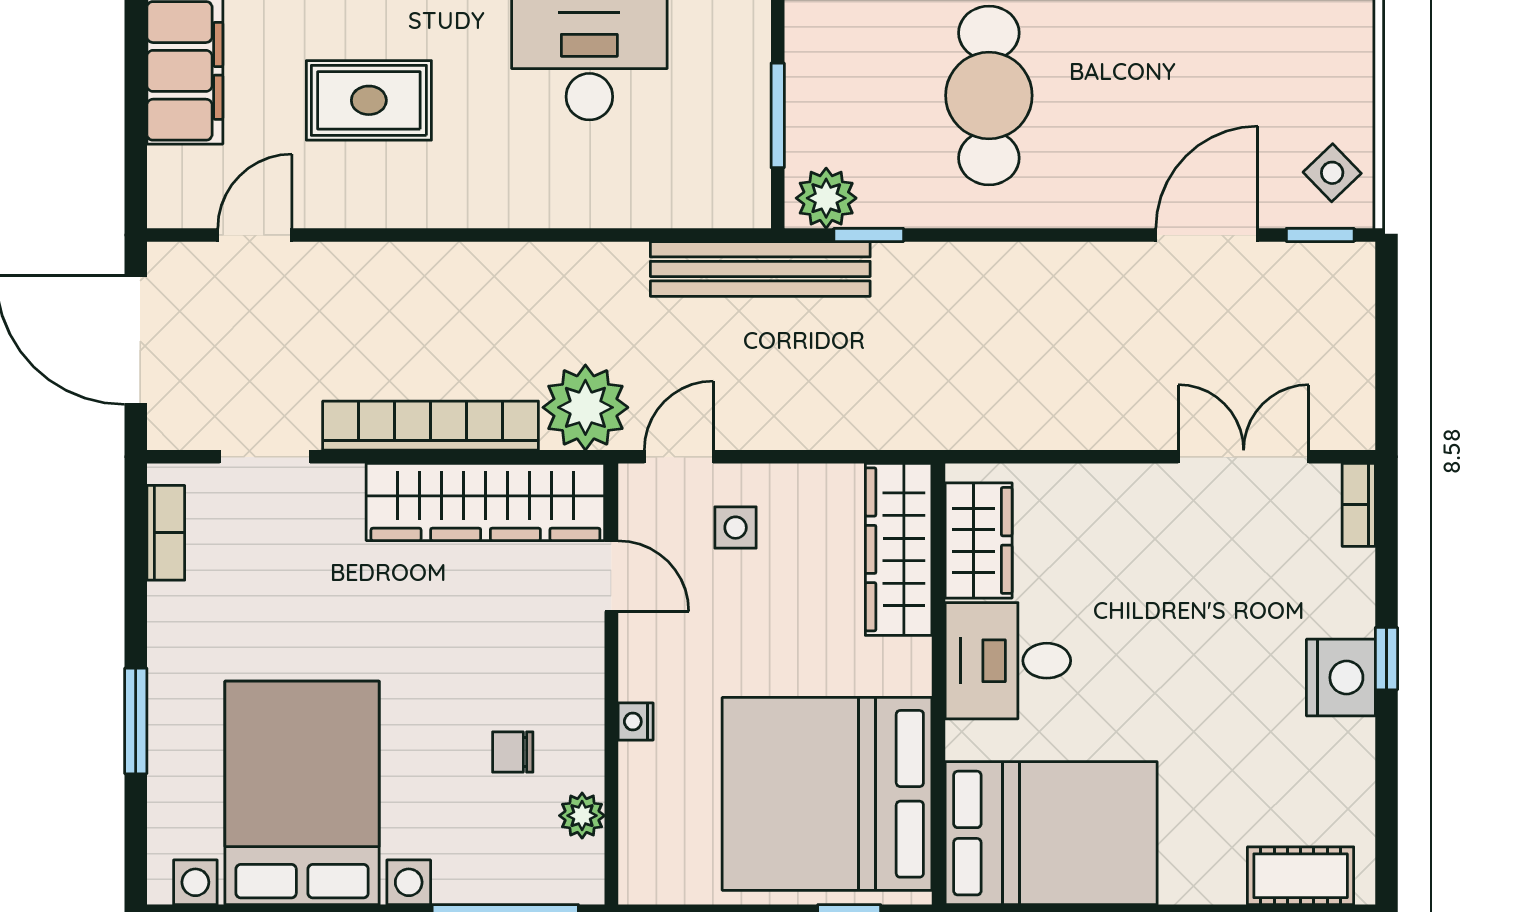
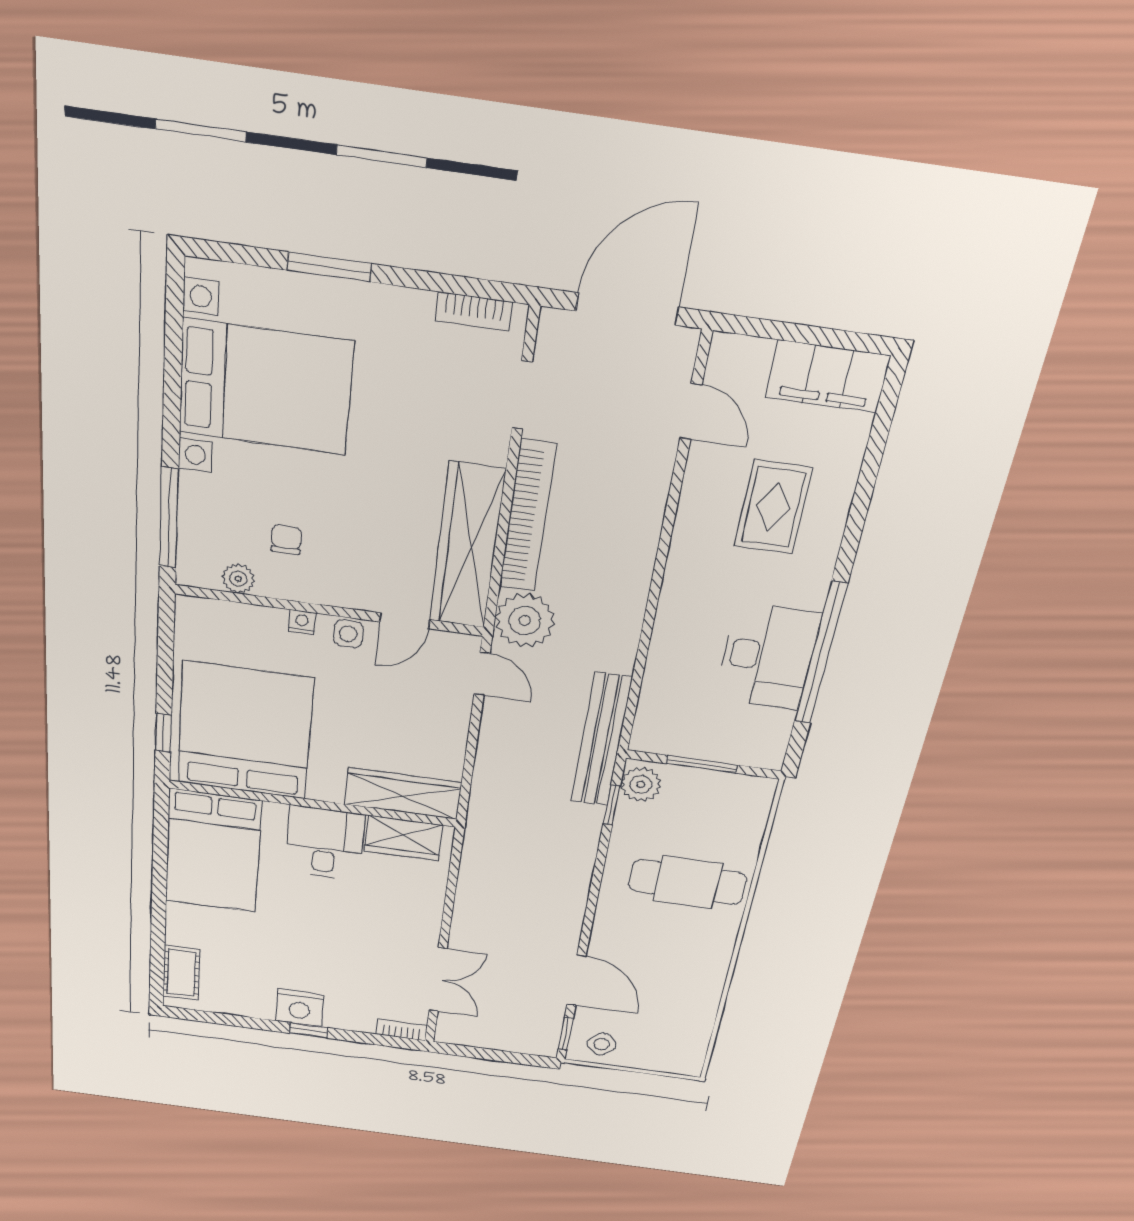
side table: (736, 528) -> (348, 634), moved

